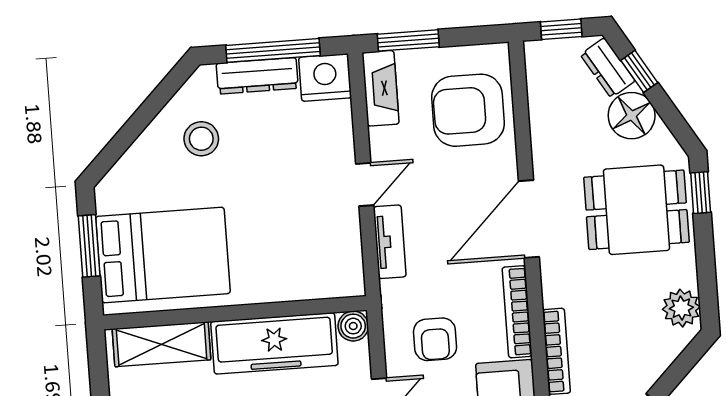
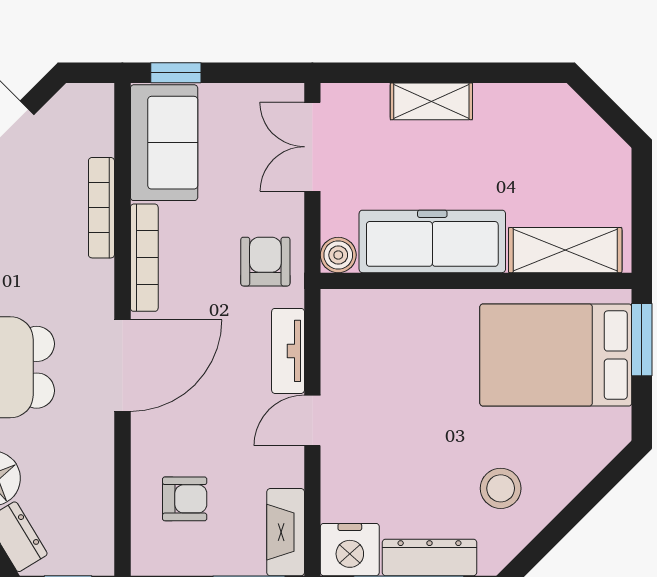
armchair: (468, 110) -> (185, 499), width x0.53, depth x0.53
window: (89, 246) -> (642, 340), moved
armchair: (435, 339) -> (265, 262), moved

